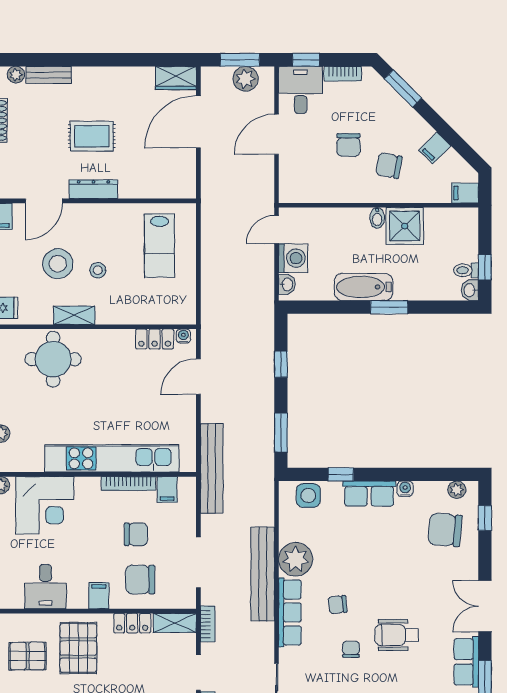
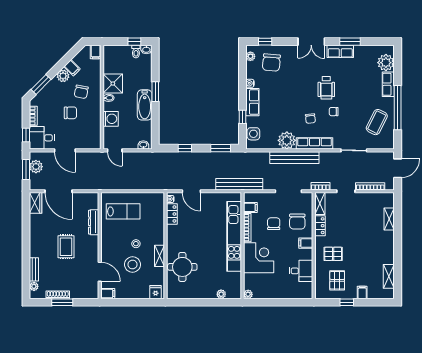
plant: (419, 131) -> (63, 76), added
dresser: (93, 189) -> (94, 222), moved
washing machine: (293, 258) -> (111, 119), moved, turned 90
corner desk: (45, 505) -> (259, 258), moved
pallet: (78, 648) -> (333, 254), width x0.67, depth x0.71

